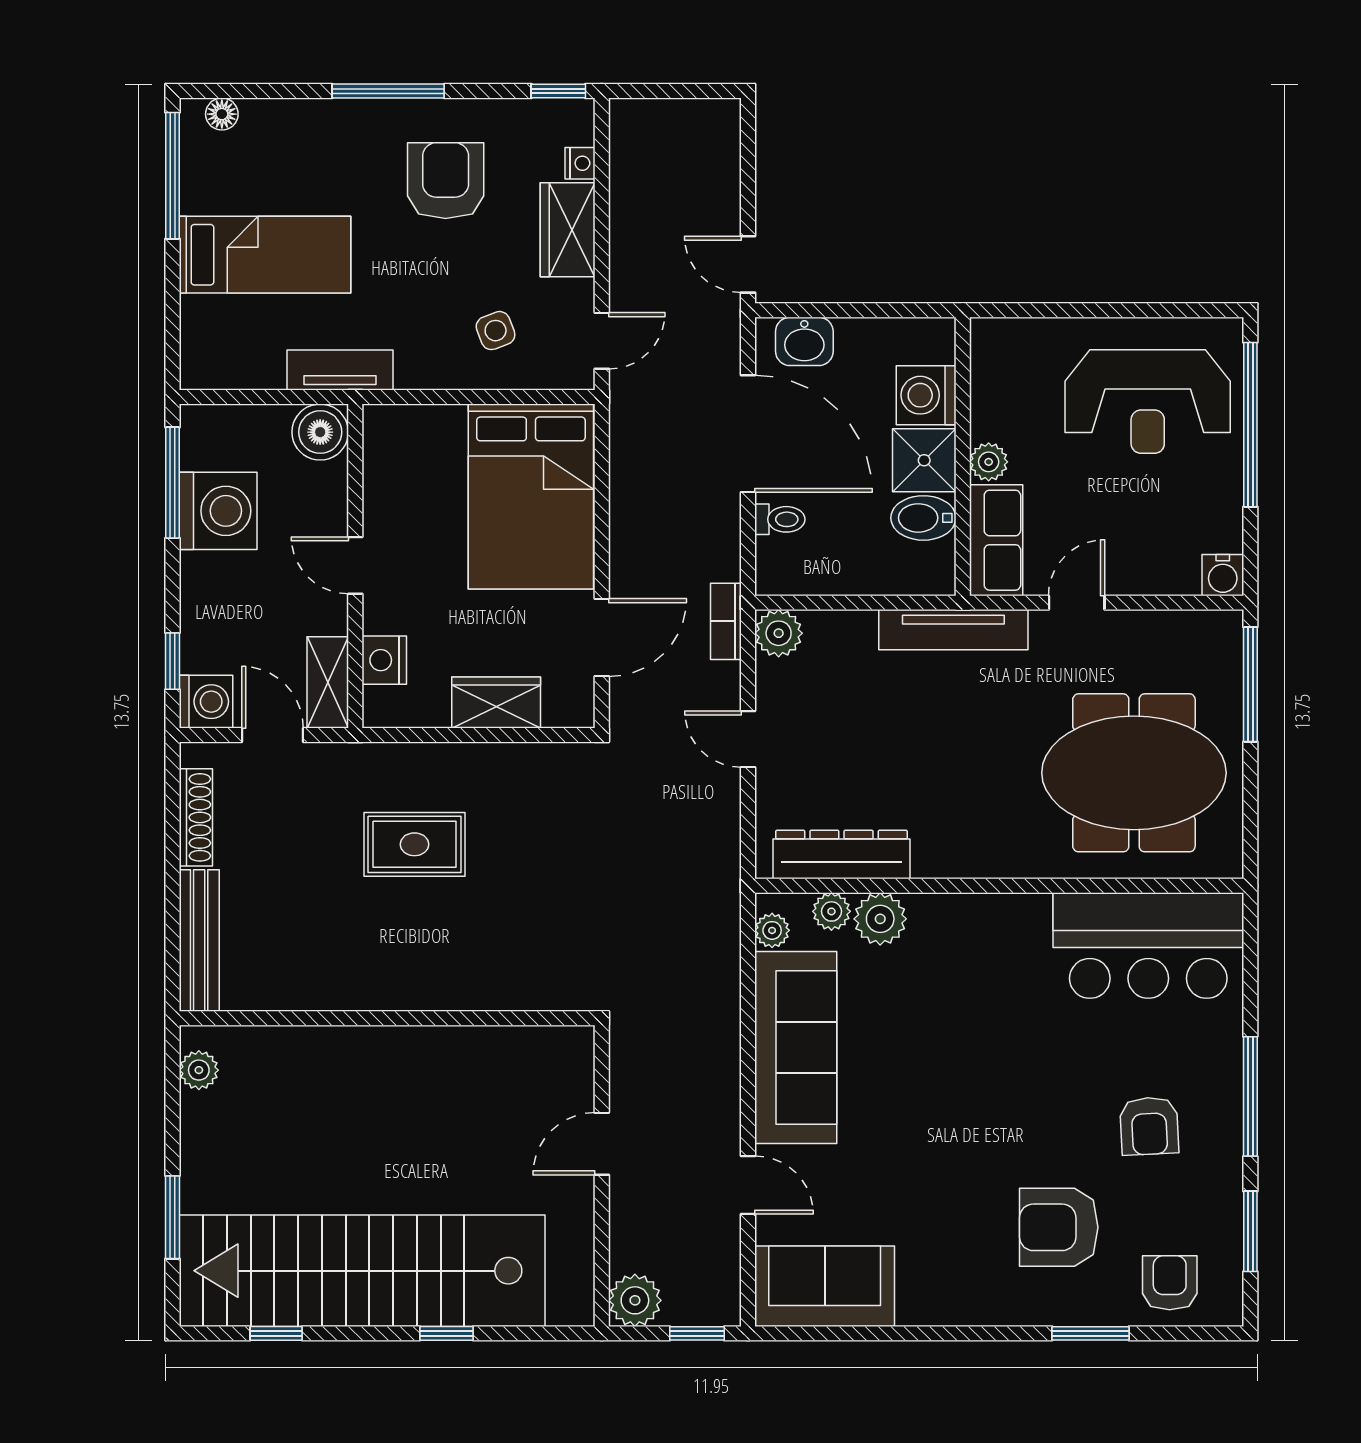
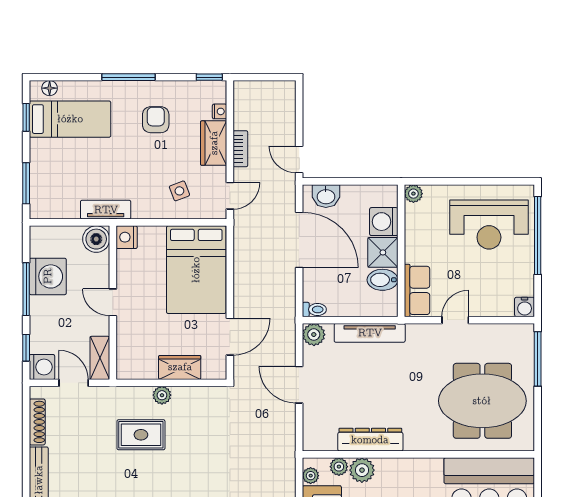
window: (172, 176) -> (26, 117), width x0.46
armchair: (446, 181) -> (156, 120), width x0.72, depth x0.72
bed: (265, 255) -> (70, 119), moved
window: (172, 314) -> (26, 183), added
plant: (989, 462) -> (413, 194), moved
window: (172, 483) -> (26, 289), moved
toilet: (780, 519) -> (314, 309), moved
bookcase: (726, 621) -> (240, 149), moved, turned 180
tv unit: (953, 630) -> (370, 333), moved
nightstand: (384, 660) -> (127, 237), moved
door: (748, 739) -> (299, 385), width x1.38
plant: (459, 761) -> (162, 395), added
dresser: (841, 855) -> (370, 440), moved

